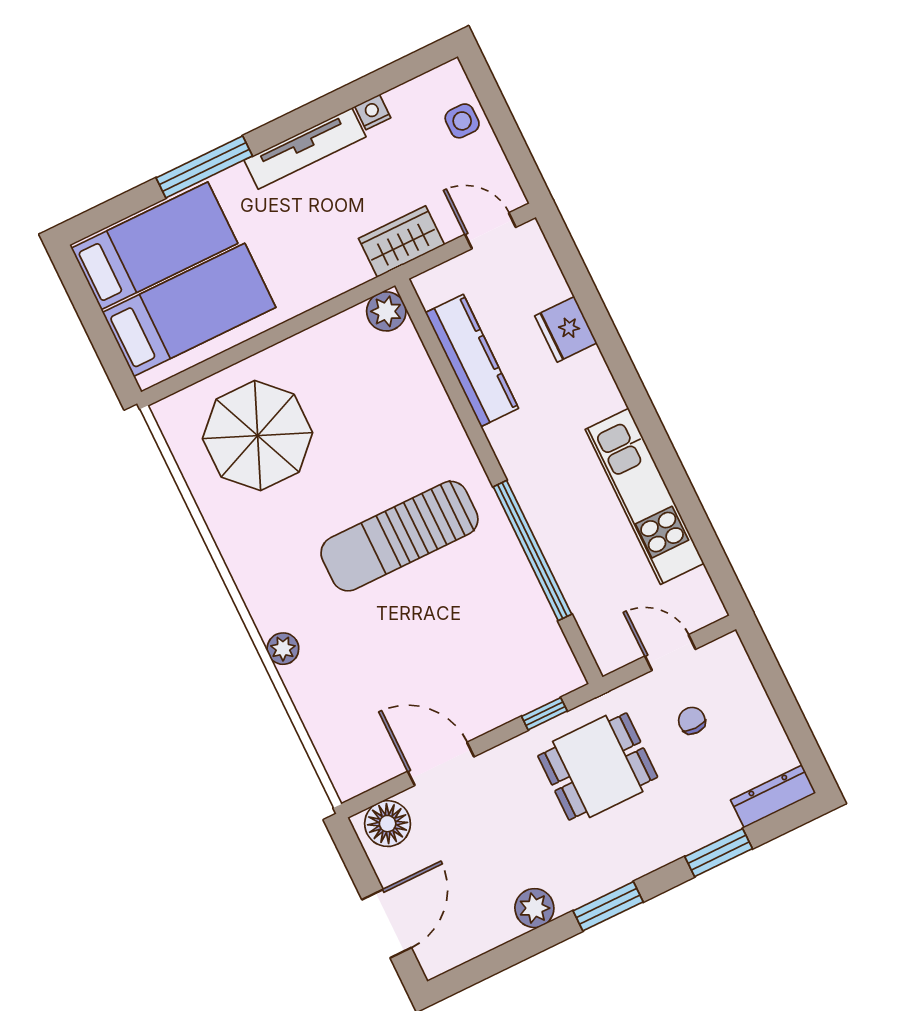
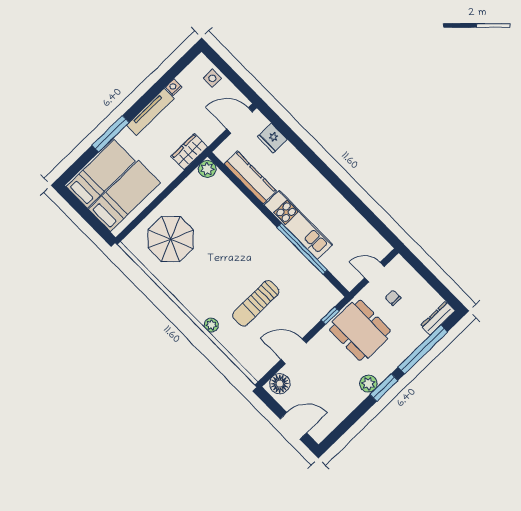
door: (490, 231) -> (240, 120), width x1.38
wardrobe: (401, 242) -> (189, 152), moved
fridge: (566, 329) -> (272, 138), moved
kitchen unit: (645, 496) -> (298, 225), moved, turned 180
sun lounger: (399, 536) -> (256, 303), moved, width x0.73, depth x0.75
dining table: (598, 766) -> (360, 330), width x1.38
window: (719, 853) -> (423, 349), width x2.11
plant: (534, 908) -> (368, 384), moved
door: (387, 924) -> (293, 426), hinge flipped

